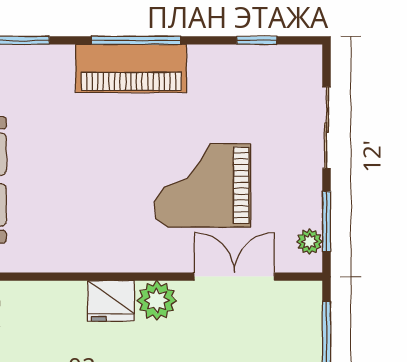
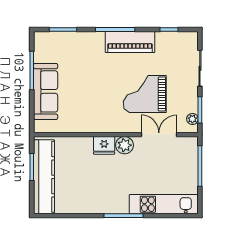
piano: (131, 68) -> (130, 42), moved

